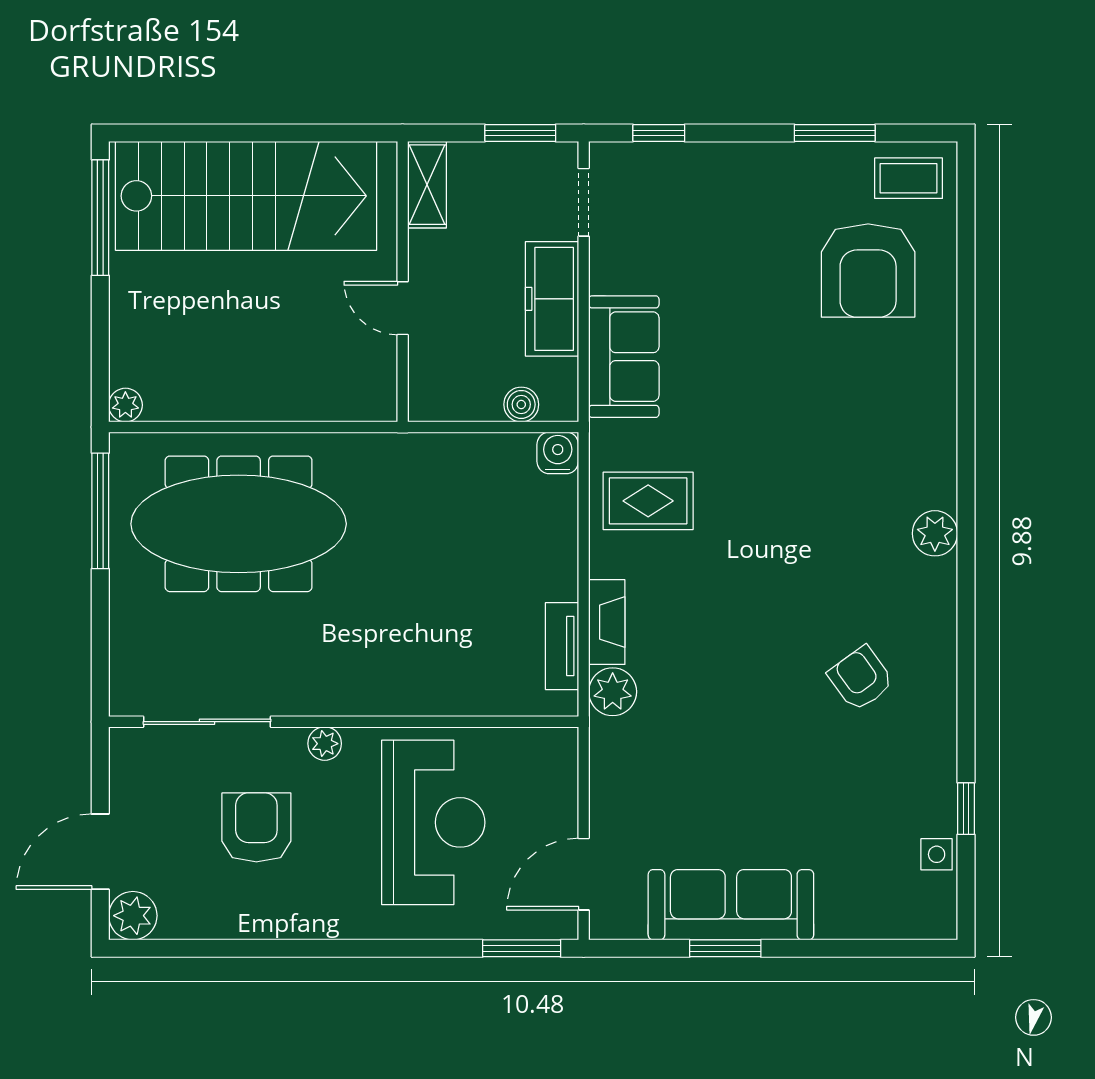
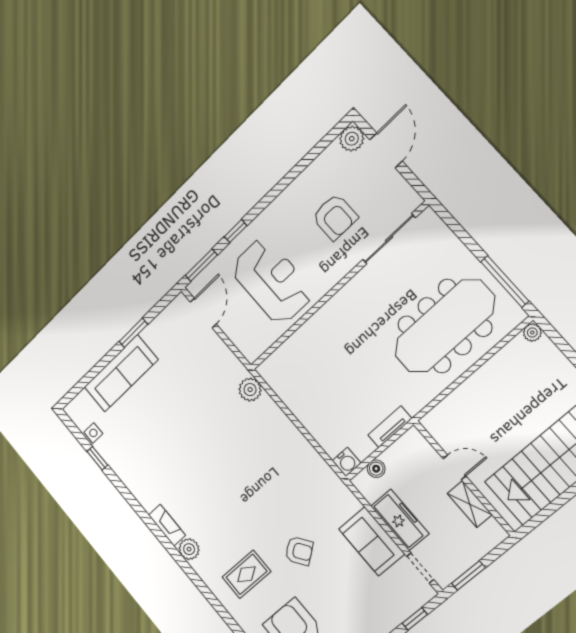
shelving: (427, 185) -> (470, 504), moved
sofa: (624, 357) -> (372, 541), moved
rug: (648, 501) -> (246, 574), moved
fireplace: (607, 622) -> (167, 525), moved, turned 180
tv unit: (562, 646) -> (390, 427), moved, turned -90
armchair: (861, 678) -> (299, 551), moved
plant: (325, 744) -> (337, 273), removed
reception desk: (433, 822) -> (272, 281), turned 180
sofa: (731, 905) -> (121, 373), moved
window: (423, 948) -> (236, 231), added

